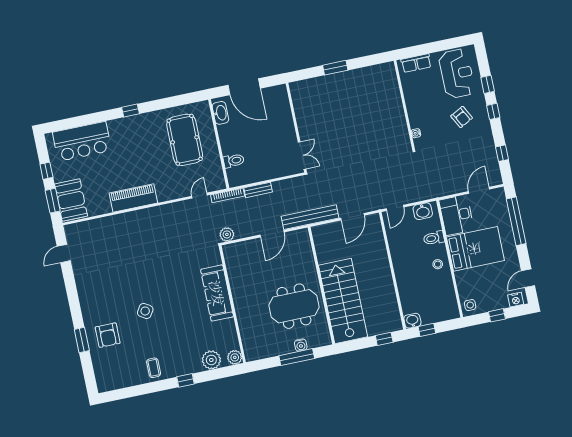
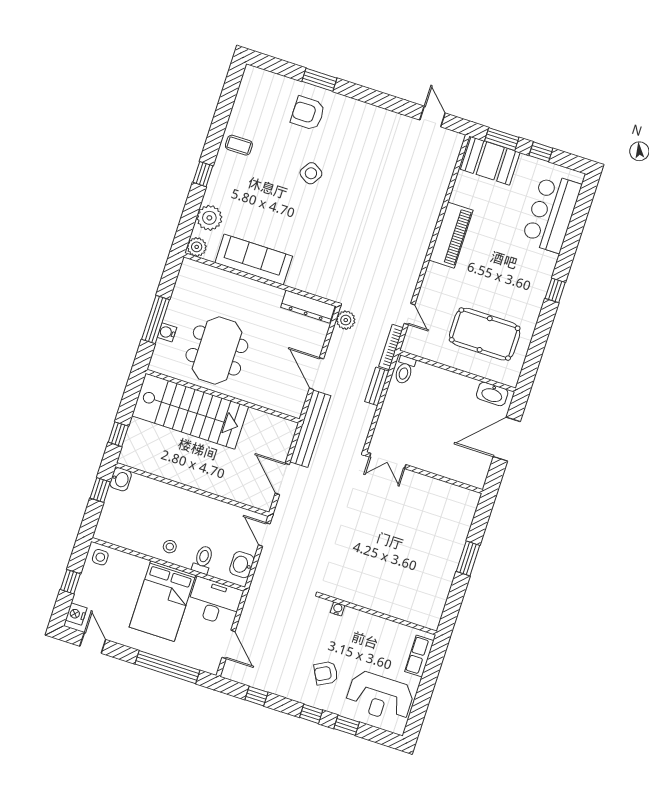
toilet: (234, 161) -> (405, 370), moved
dresser: (232, 264) -> (308, 307), added
sofa: (217, 293) -> (254, 260), moved

